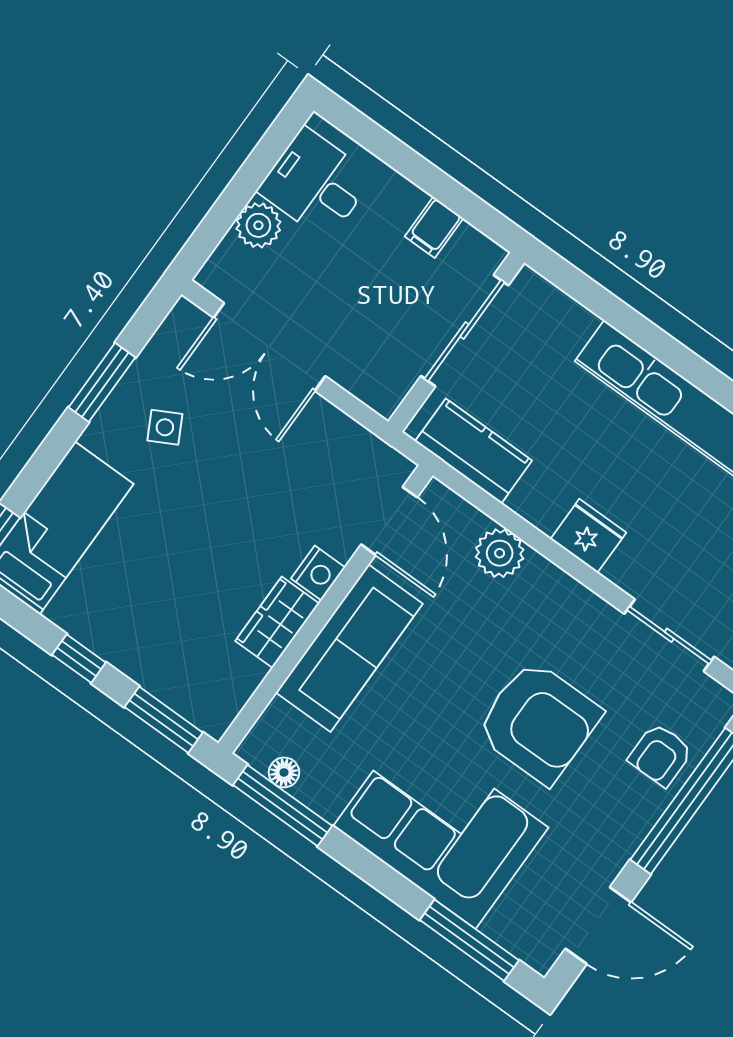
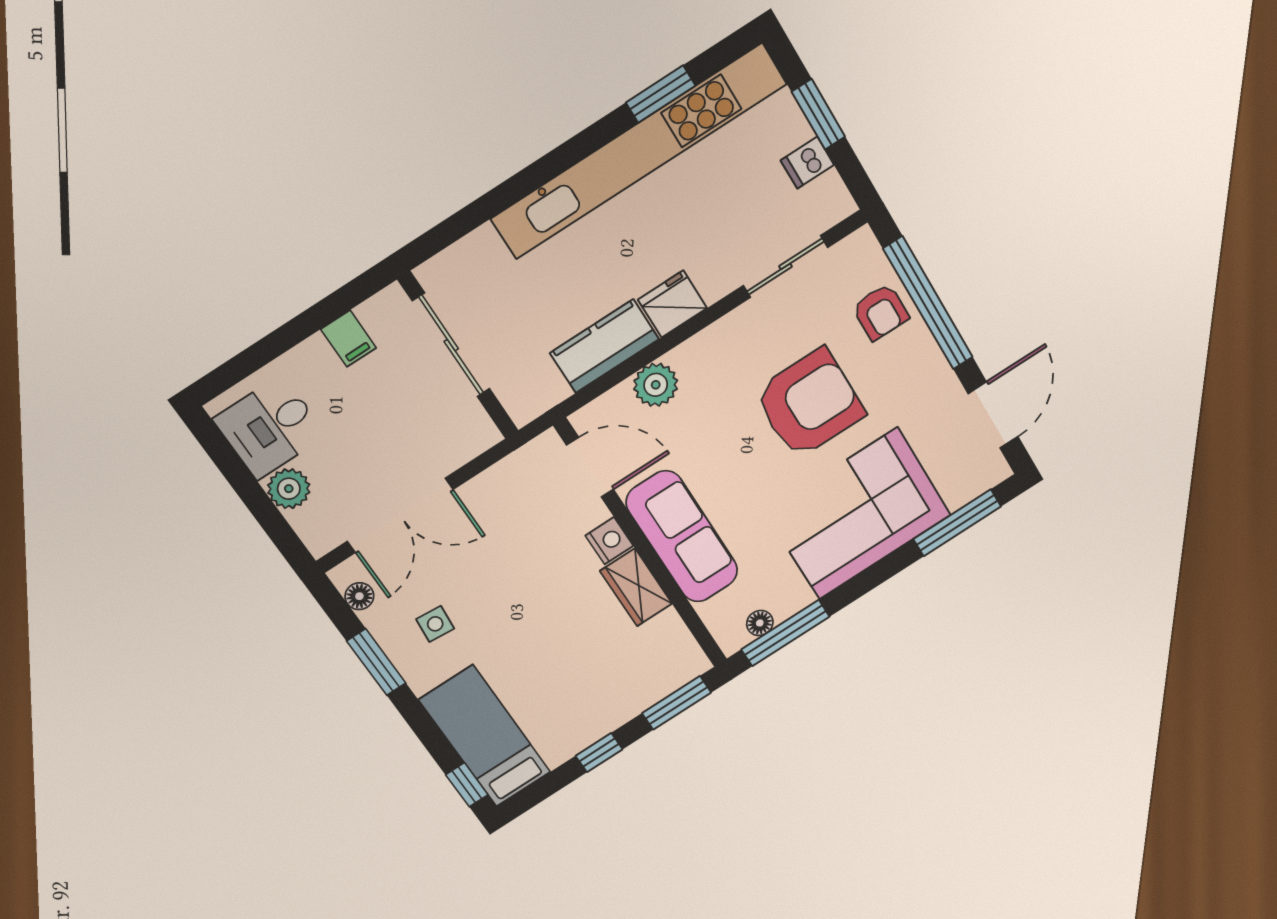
floor lamp: (168, 338) -> (359, 596), added
side table: (165, 427) -> (435, 624), turned 33
kitchen counter: (474, 451) -> (604, 346), moved

